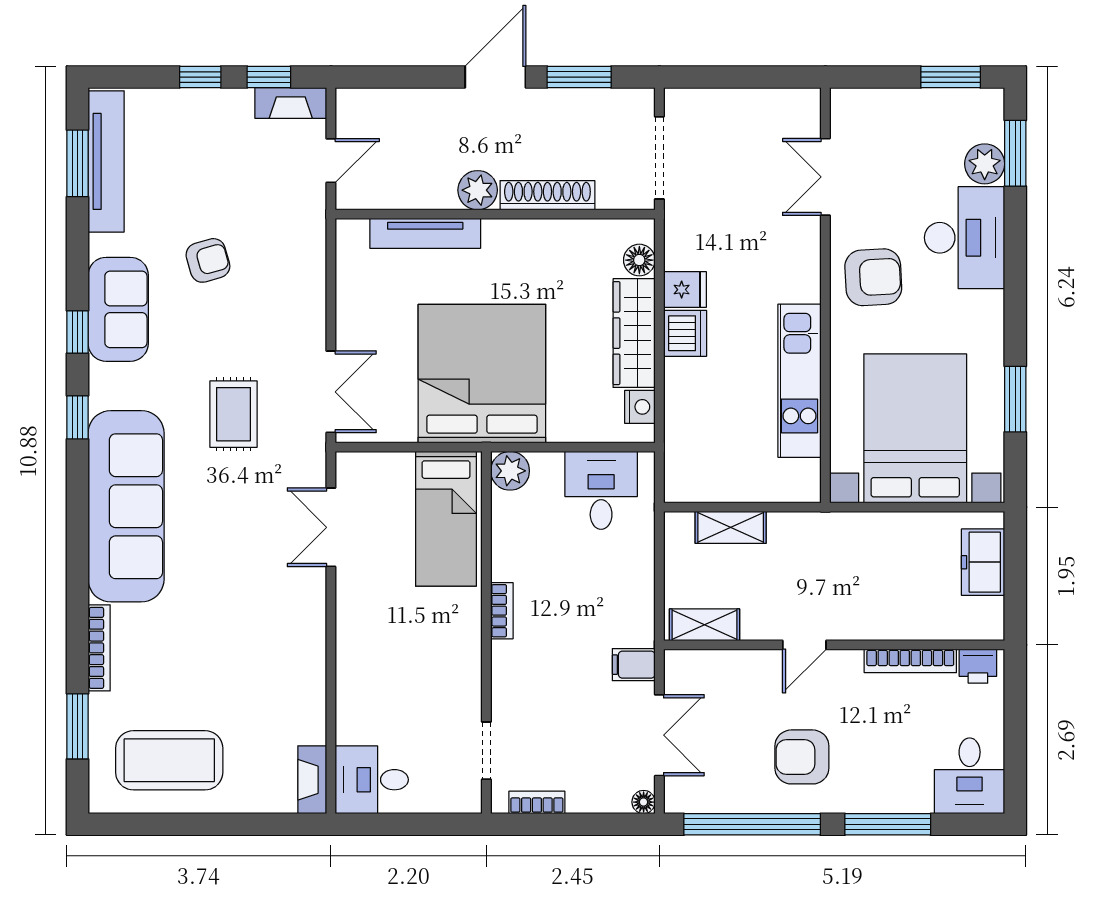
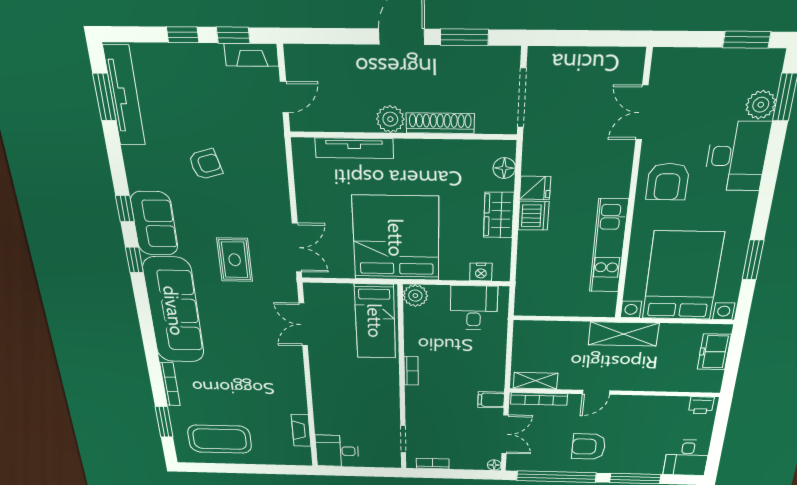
armchair: (873, 277) -> (668, 182), turned 93
sofa: (118, 309) -> (154, 224), moved
wardrobe: (634, 333) -> (499, 215), width x0.67
nightstand: (640, 407) -> (481, 272), moved, turned 90
shelving: (731, 527) -> (623, 334), moved, width x1.50, depth x1.33
bookcase: (910, 661) -> (539, 399), moved
fireplace: (312, 780) -> (301, 430), moved

